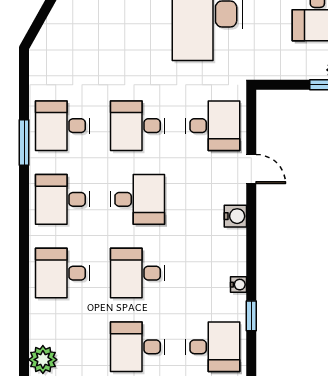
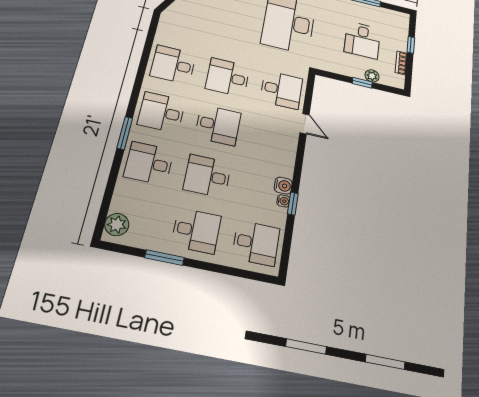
window: (24, 142) -> (125, 133), moved
water cooler: (235, 216) -> (283, 186), moved
window: (251, 316) -> (293, 204), moved
desk: (138, 347) -> (196, 231), turned 180

